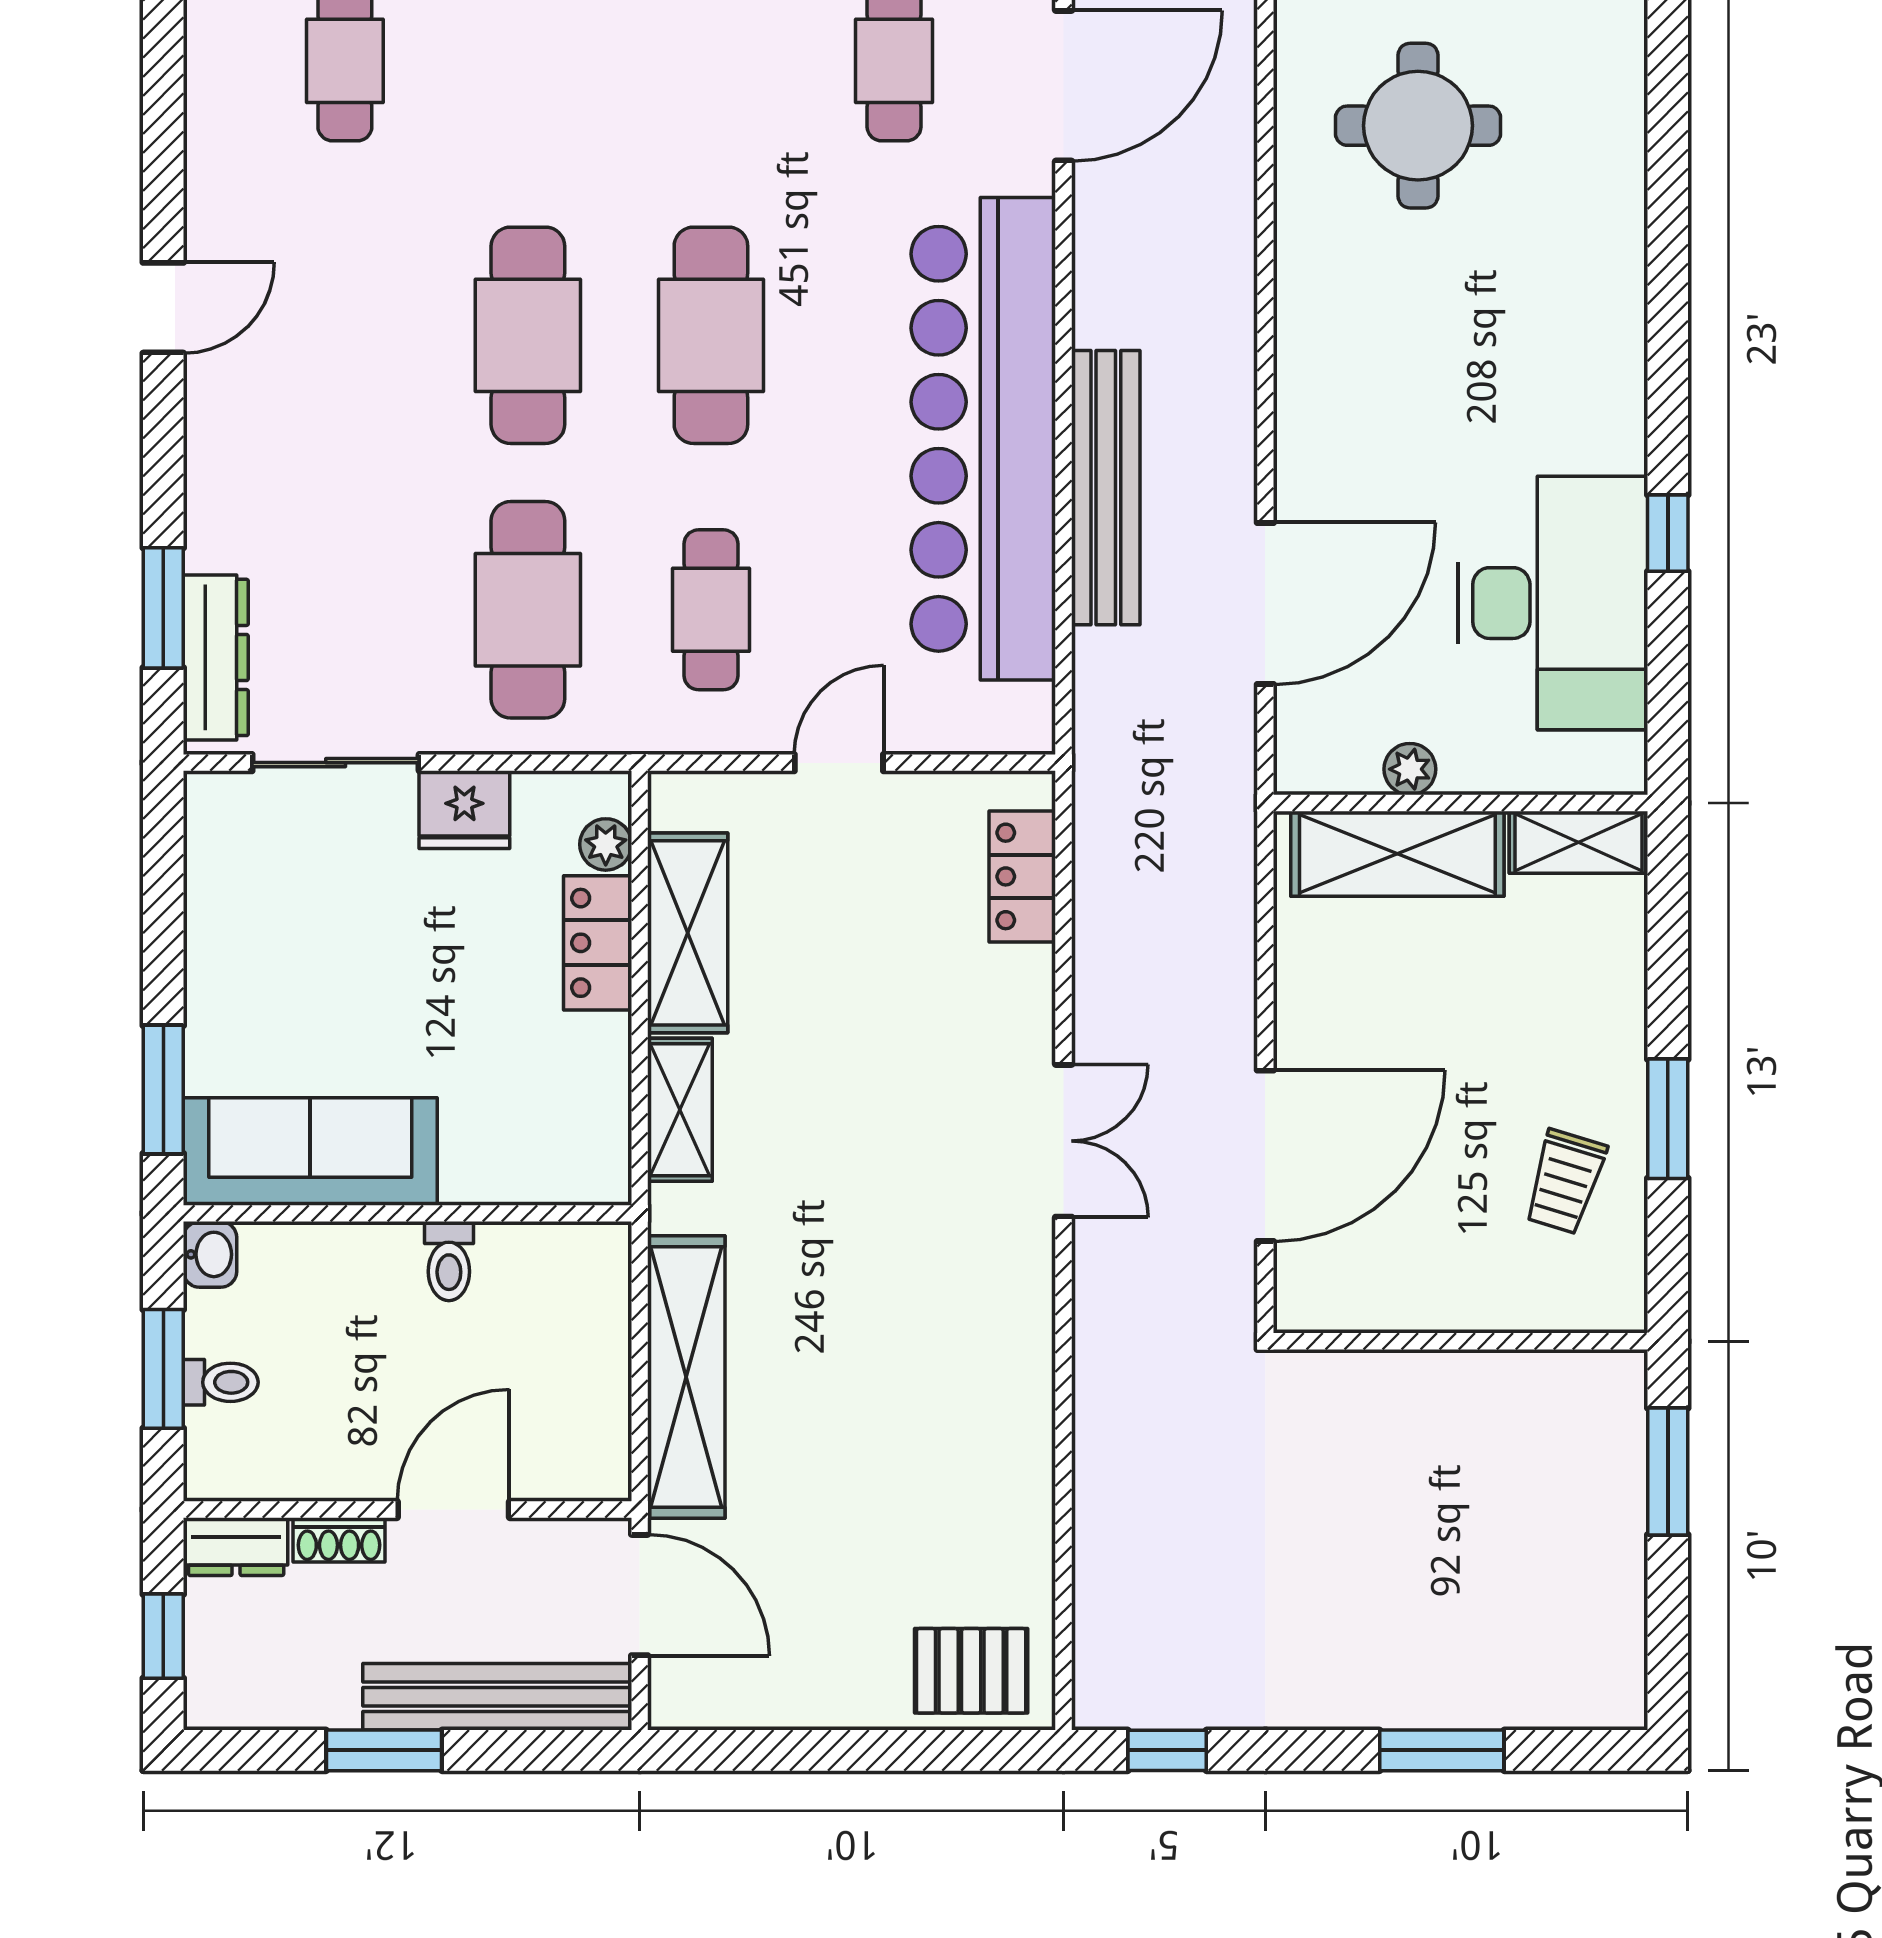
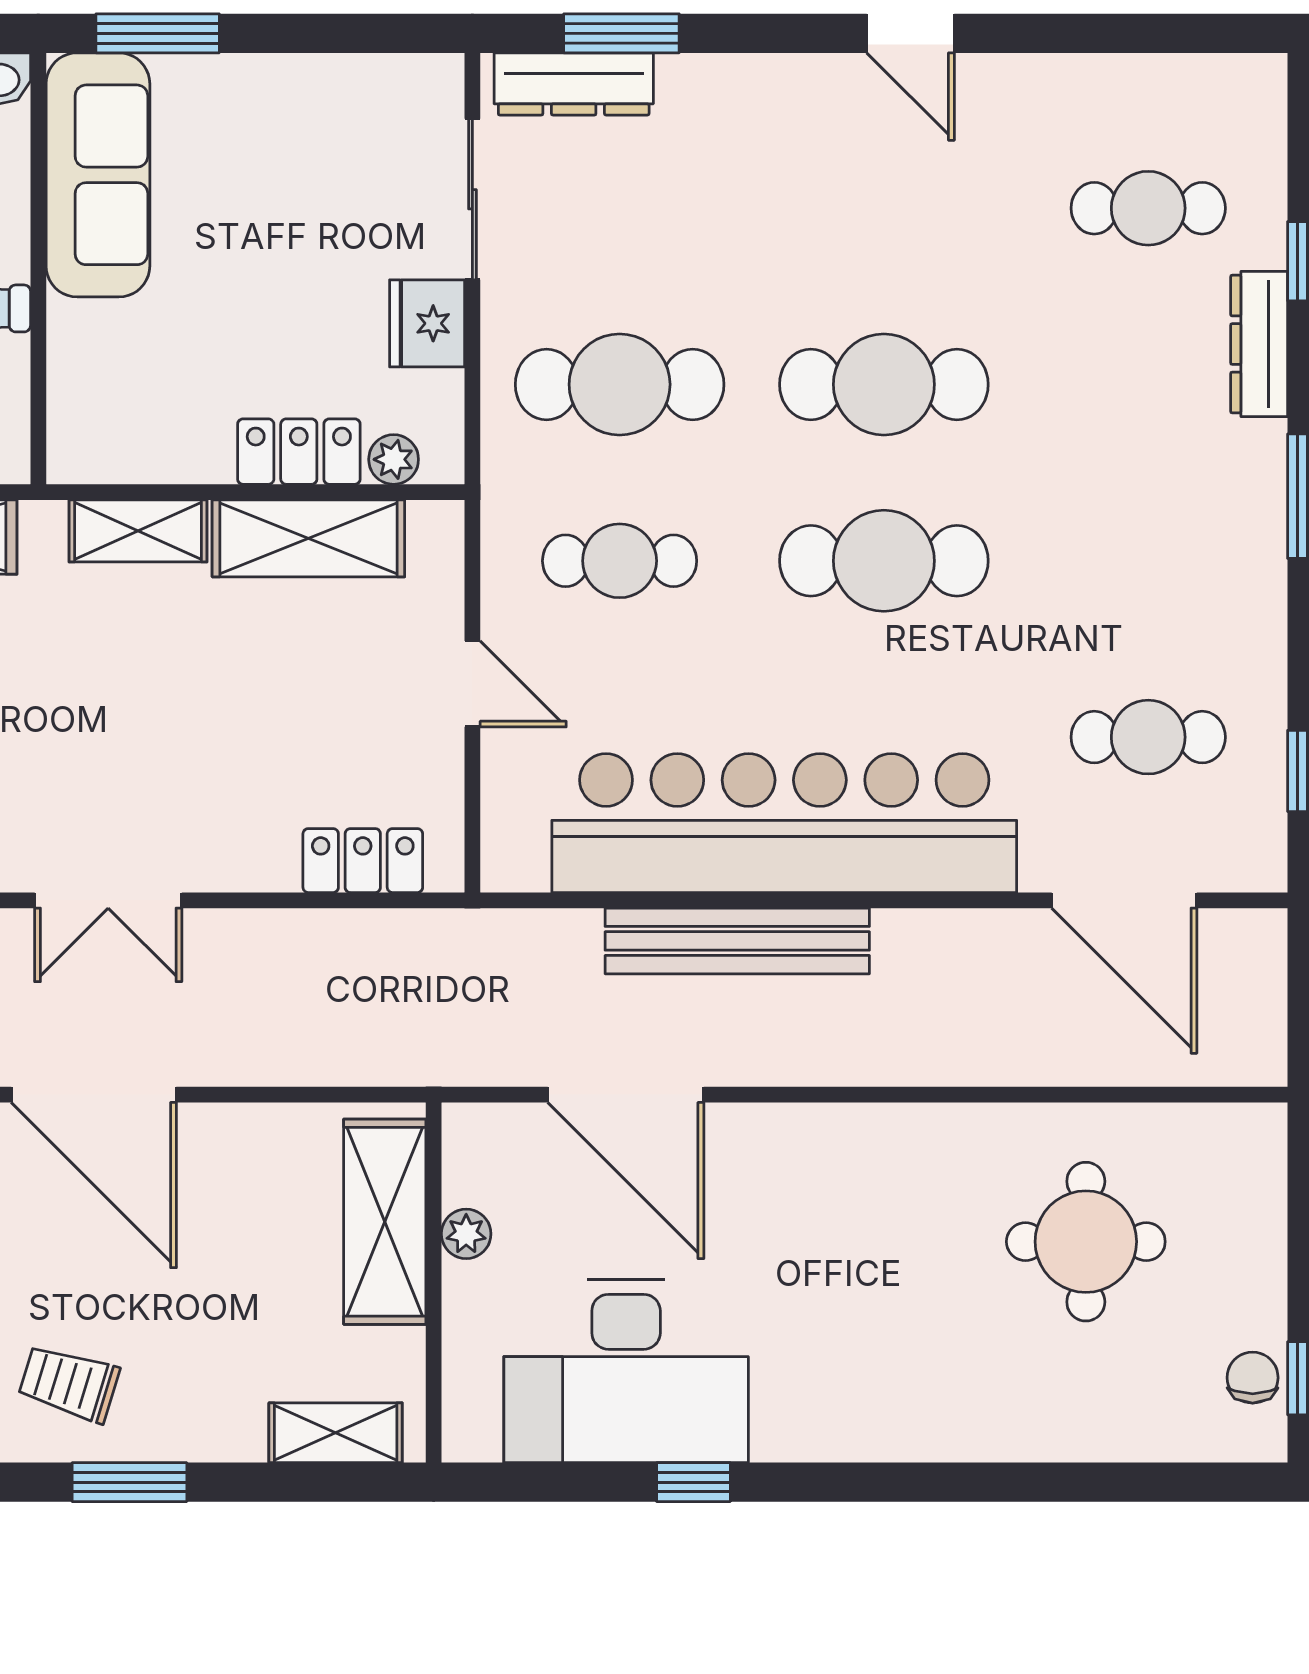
shelving: (1578, 842) -> (336, 1433), moved, turned 90

